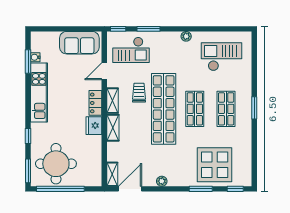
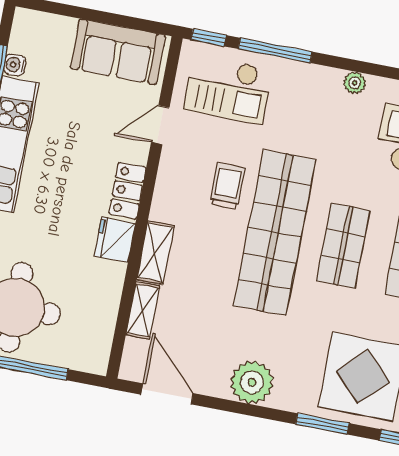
window: (148, 29) -> (275, 50), width x1.44
shelving: (113, 101) -> (166, 193), removed
shelving: (112, 174) -> (143, 311), moved
plant: (162, 181) -> (252, 382), width x1.87, depth x1.87
door: (130, 189) -> (167, 394), hinge flipped

